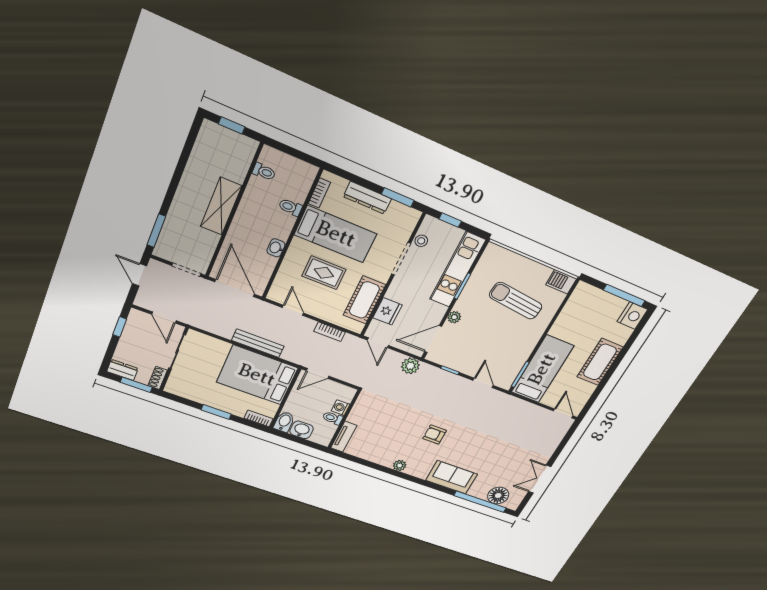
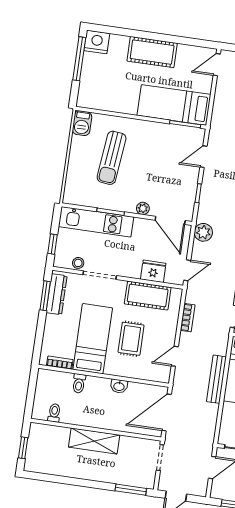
dresser: (367, 198) -> (56, 294), moved

